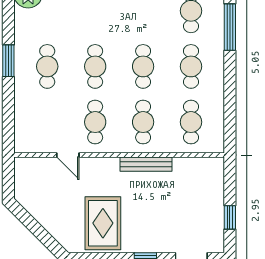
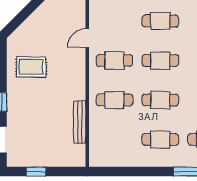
cafe table: (191, 122) -> (114, 139), removed
bench: (146, 164) -> (80, 122), moved
rug: (103, 223) -> (31, 67), width x0.73, depth x0.70

